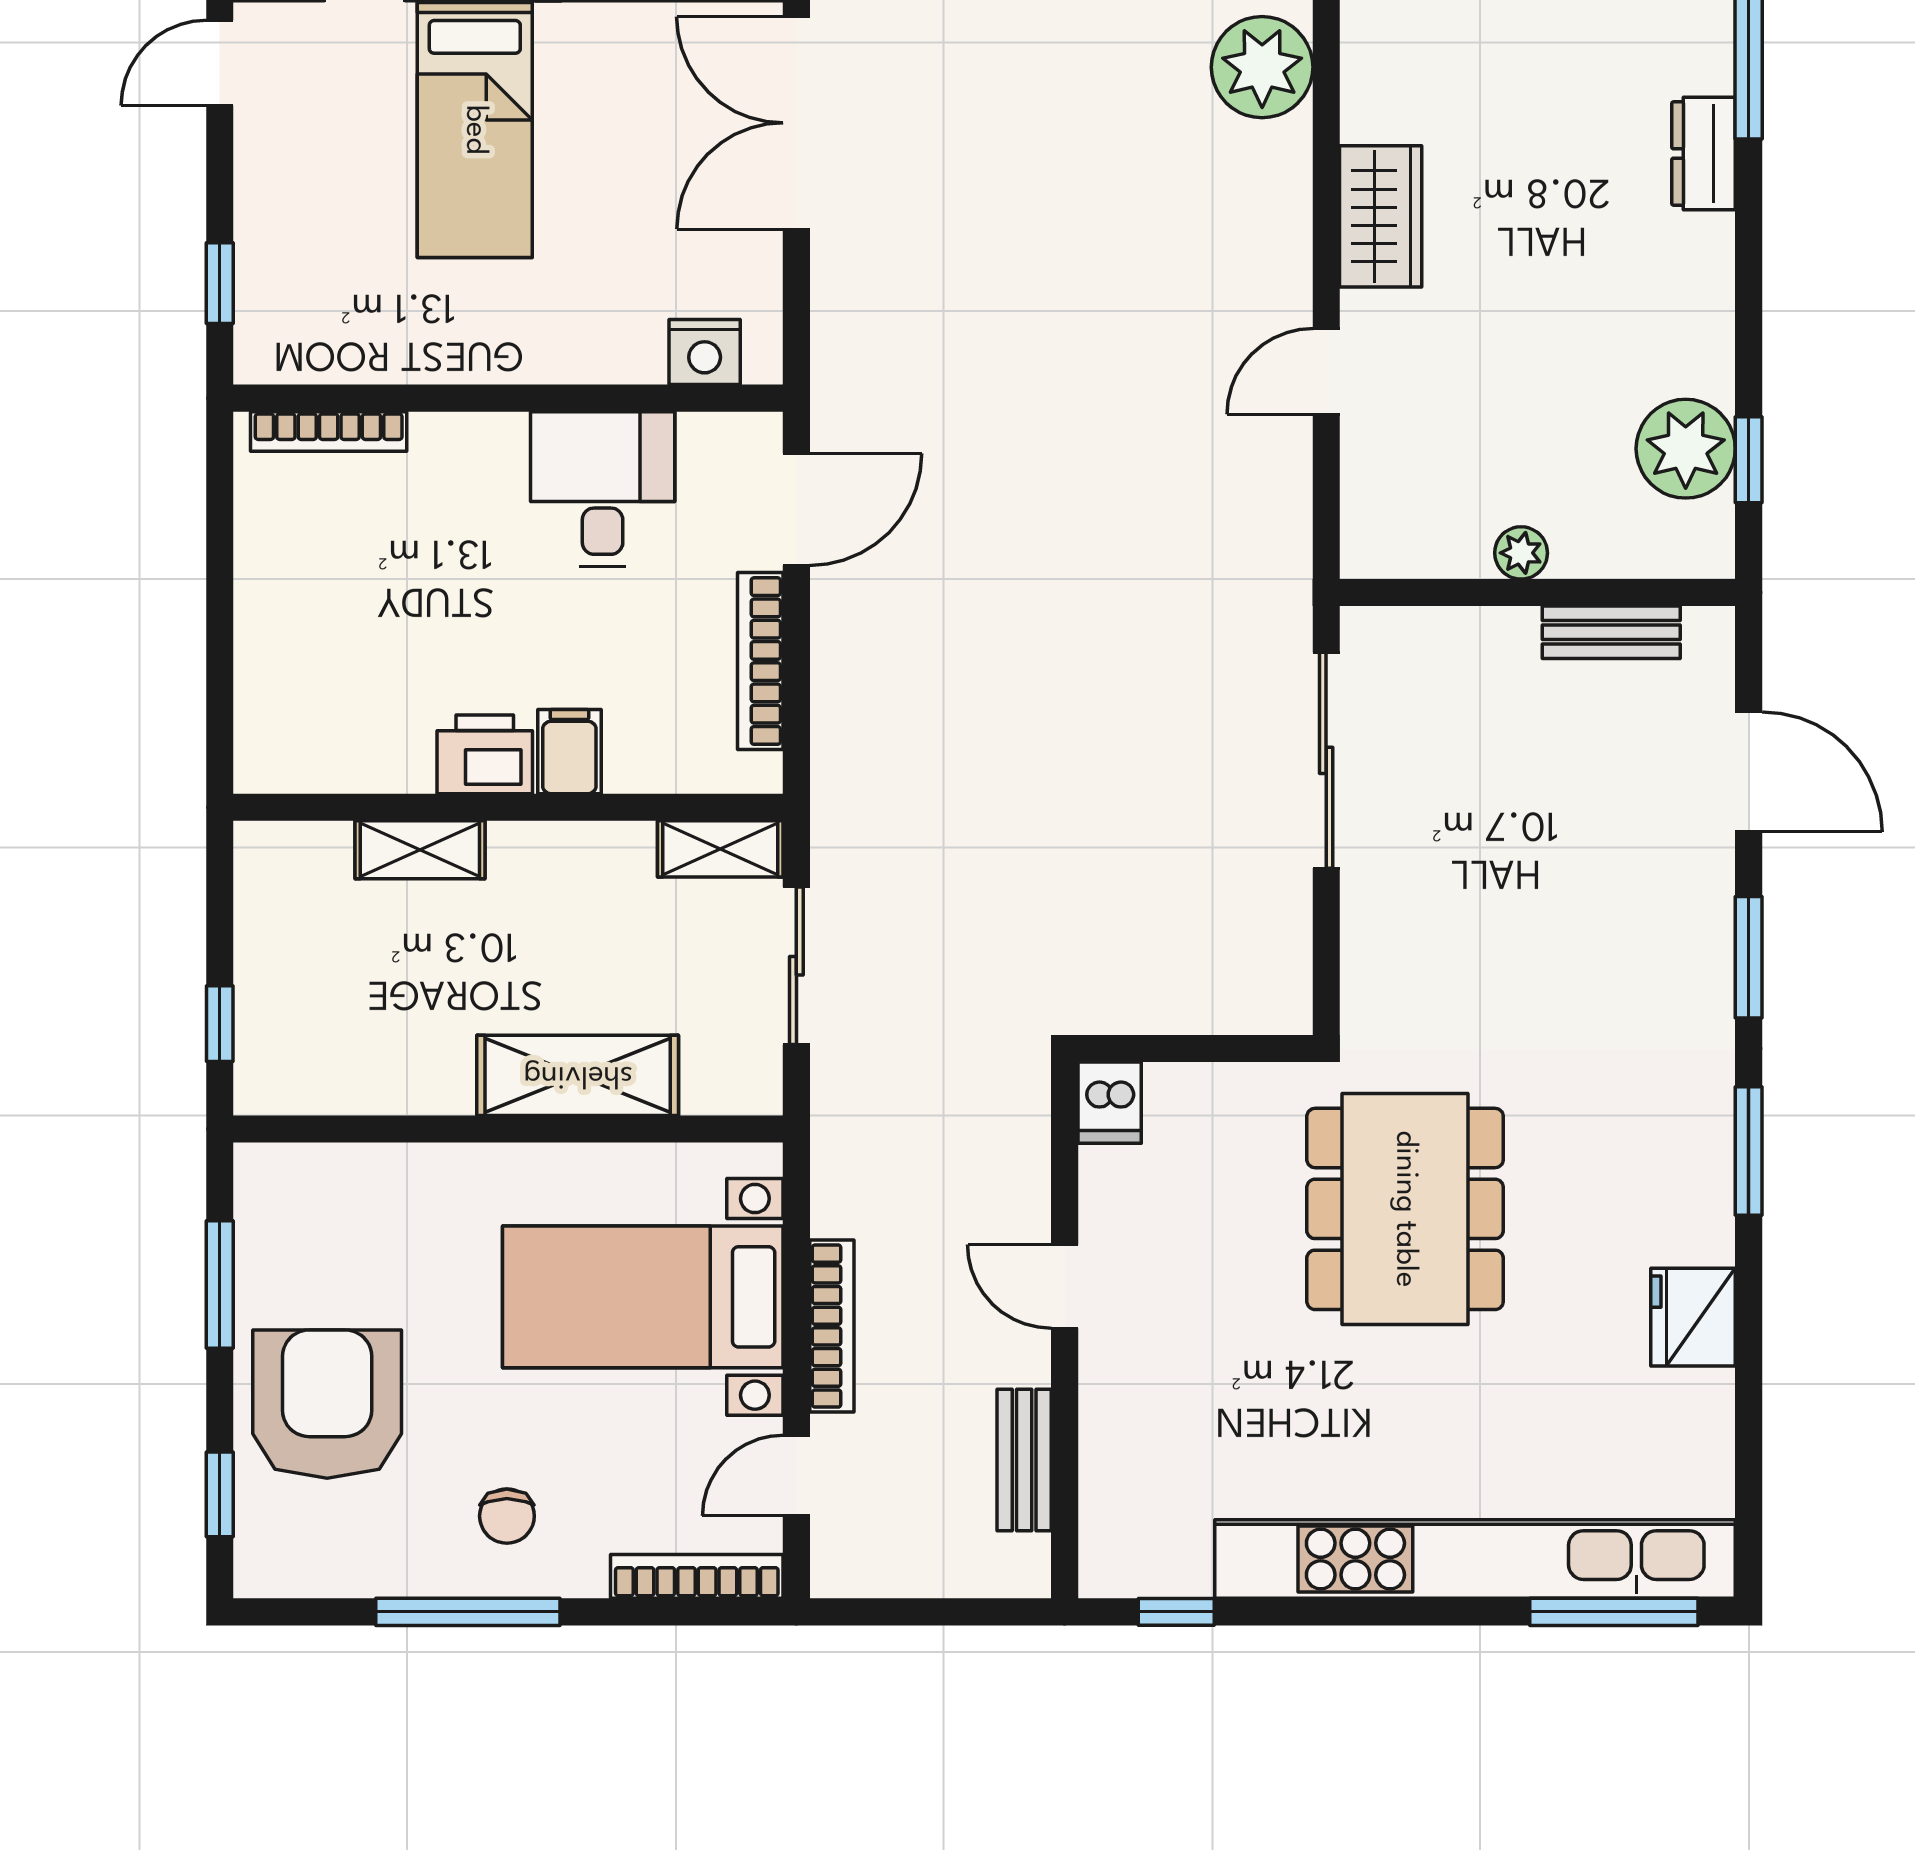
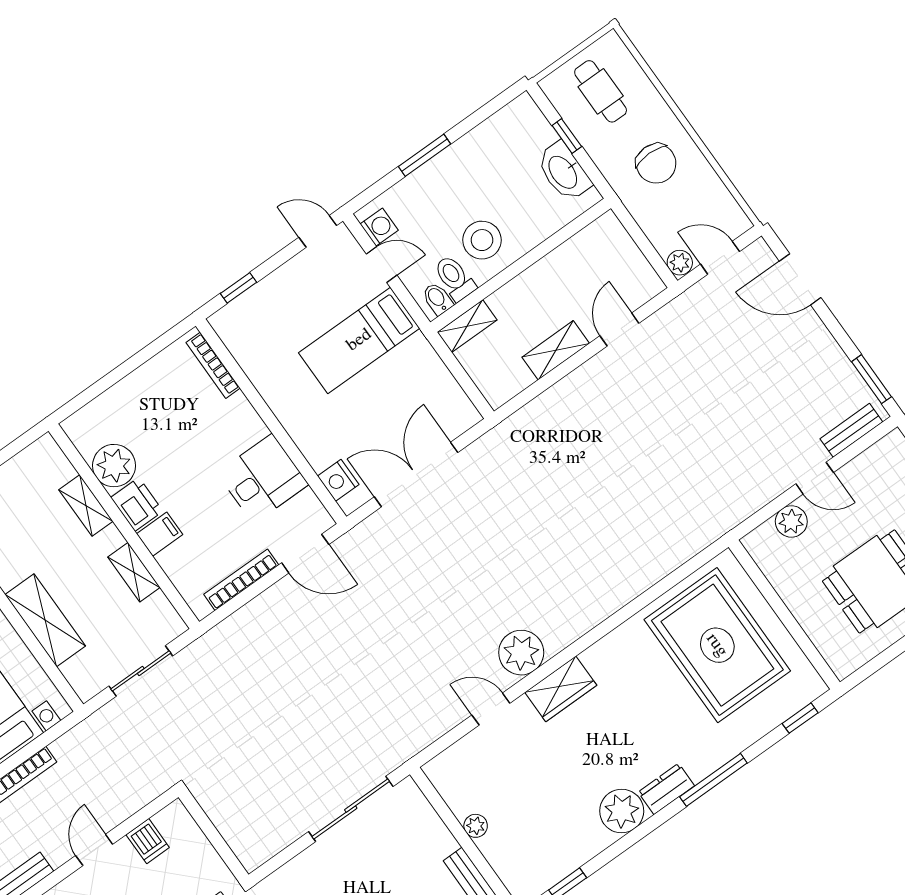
plant: (1262, 67) -> (521, 653), moved
double door: (796, 123) -> (416, 475), moved
plant: (1686, 449) -> (622, 811), moved
plant: (383, 745) -> (114, 466), added
shelving: (720, 849) -> (134, 572), moved
dishwasher: (1110, 1103) -> (148, 841), moved, turned -90

